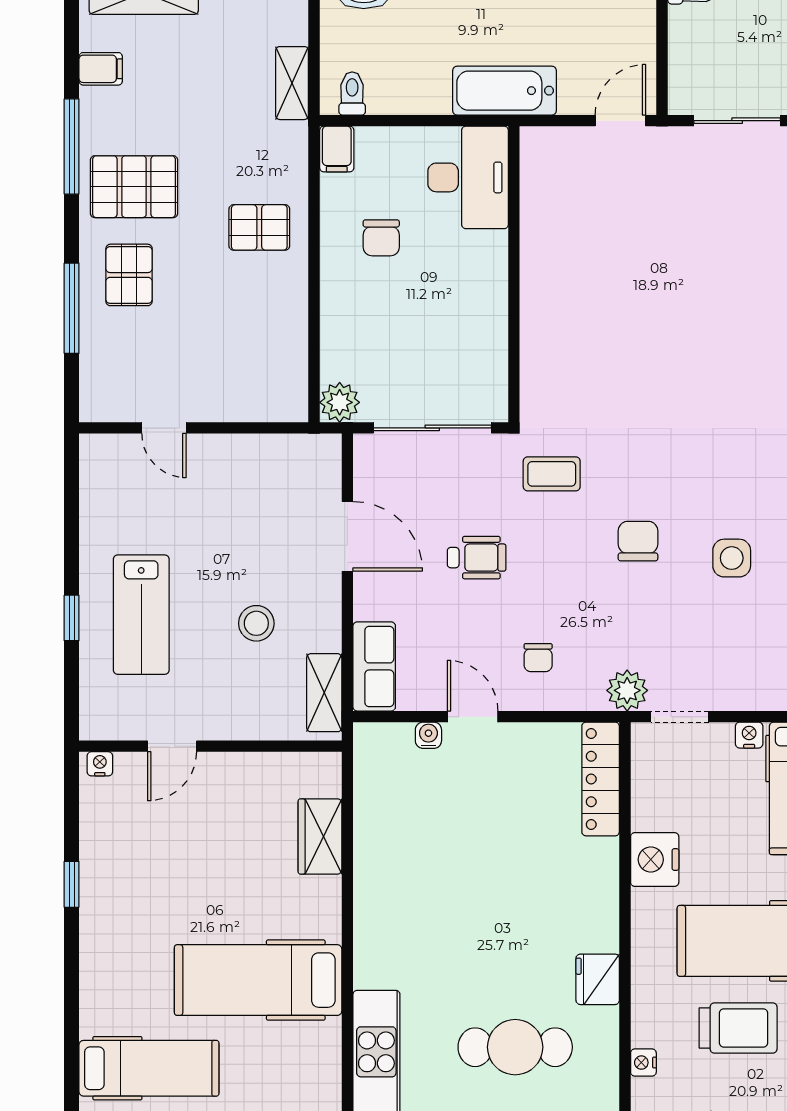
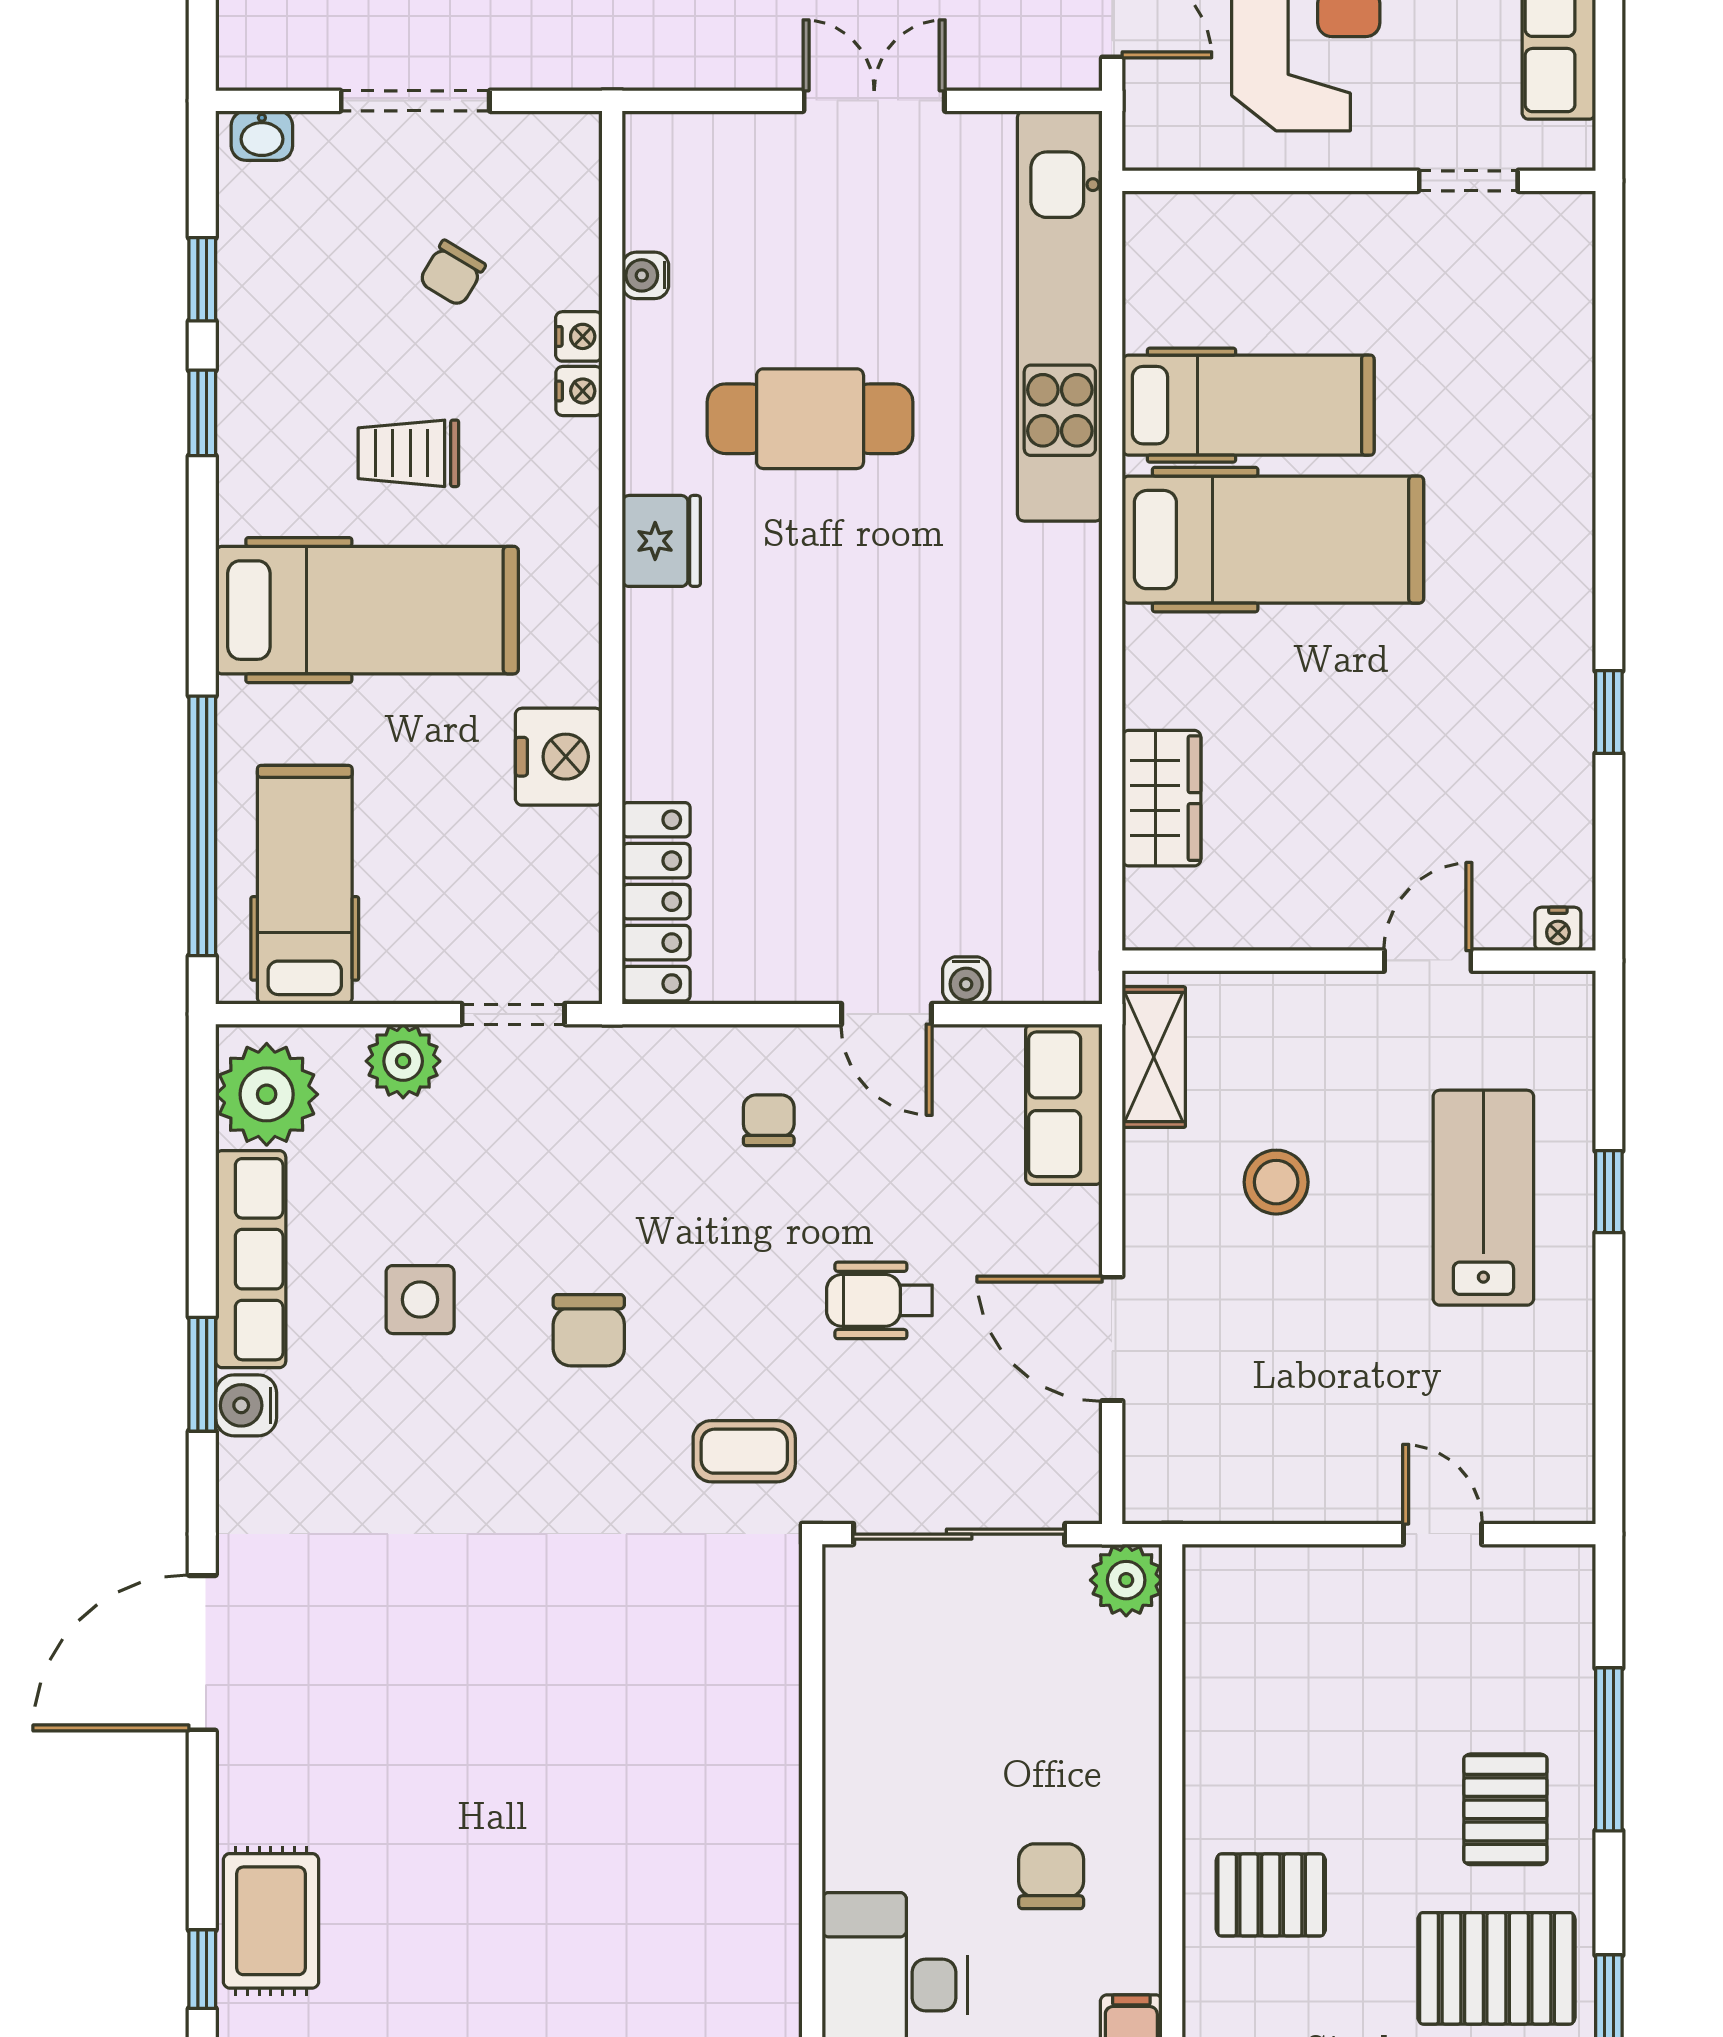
plant: (627, 690) -> (403, 1061), moved
nightstand: (749, 735) -> (579, 336), moved, turned -90
trolley: (738, 1028) -> (408, 453), width x0.73, depth x0.72
hospital bed: (149, 1068) -> (1248, 405), moved, turned 180

